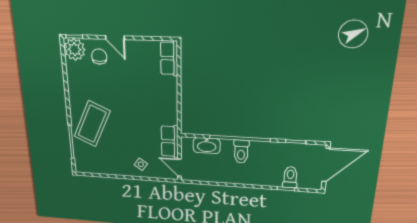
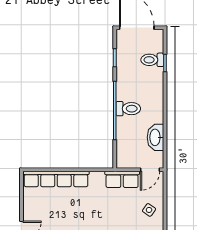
row of seats: (169, 58) -> (56, 179), width x2.02
washbasin: (207, 146) -> (155, 137), moved, turned 180

